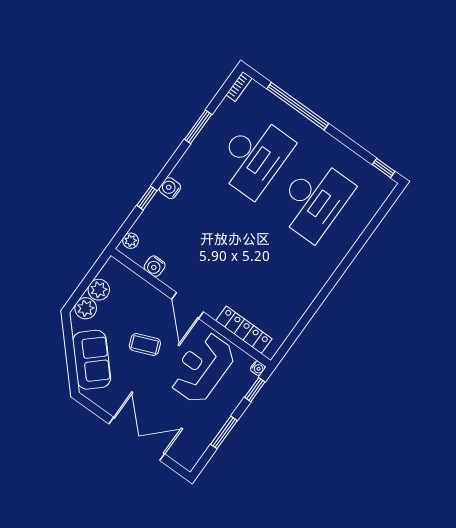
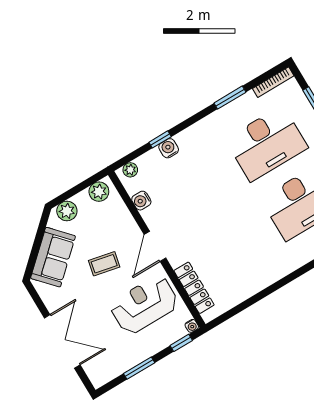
bookcase: (239, 87) -> (273, 82), width x1.56
water cooler: (170, 188) -> (169, 148), moved
plant: (99, 290) -> (99, 192), moved
coffee table: (145, 344) -> (104, 264), turned -56

